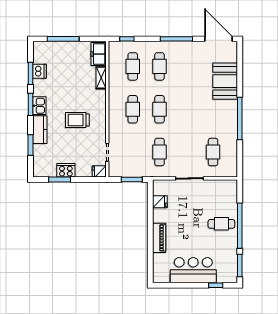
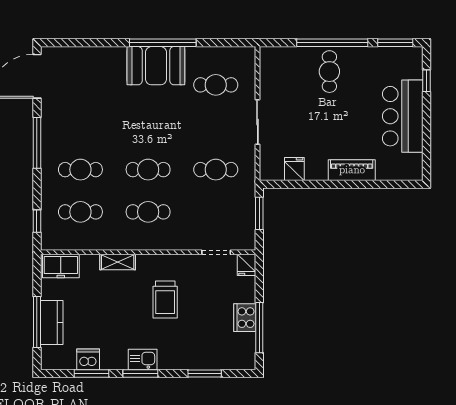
shelving: (101, 78) -> (118, 262), moved
booth: (225, 81) -> (156, 66), moved
kitchen counter: (40, 130) -> (52, 323), moved, turned 90
window: (60, 180) -> (259, 328), width x1.44

